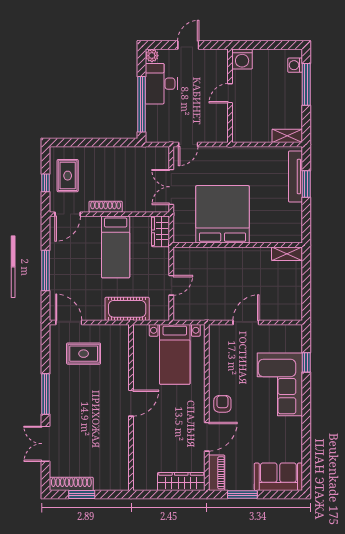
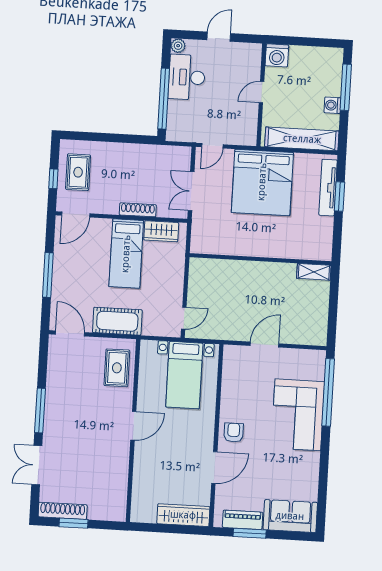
washing machine: (295, 65) -> (332, 105), moved
shelving: (287, 136) -> (302, 139), width x2.20, depth x1.33
shoe rack: (106, 207) -> (138, 210), moved
bed: (223, 214) -> (262, 182), moved, turned 180
wardrobe: (160, 231) -> (161, 231), moved, turned -90
door: (171, 285) -> (184, 318), moved
cot: (127, 309) -> (117, 321), moved
rug: (84, 354) -> (117, 368), moved, turned 90
window: (306, 362) -> (328, 392), width x3.17
piano: (217, 473) -> (243, 520), moved, turned -90

